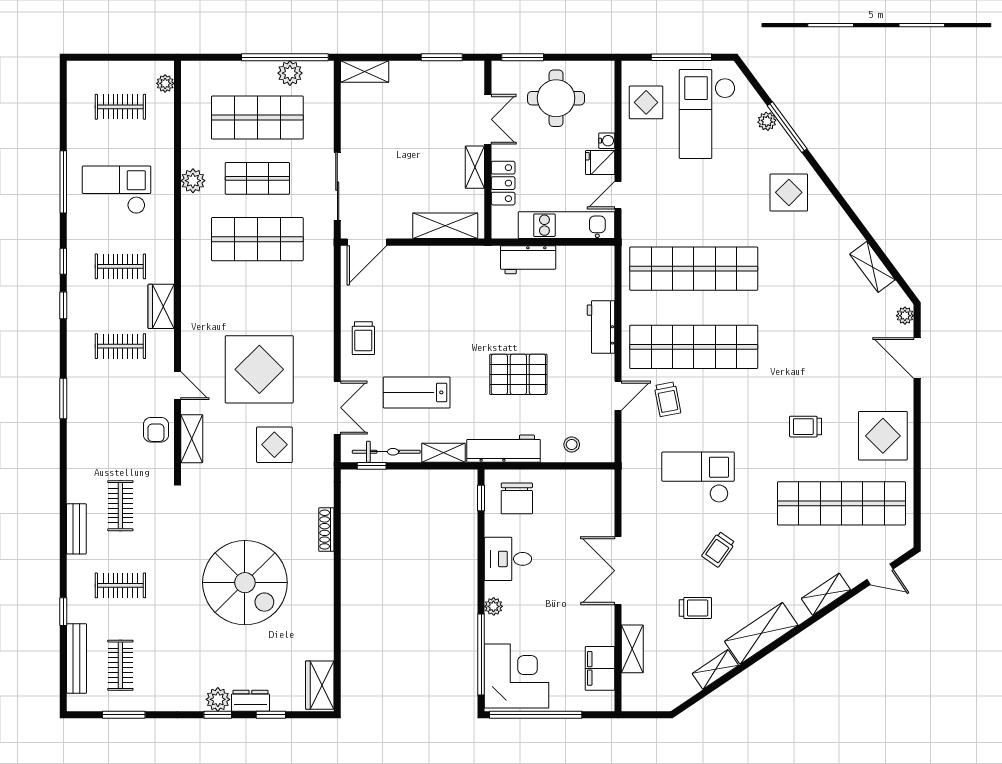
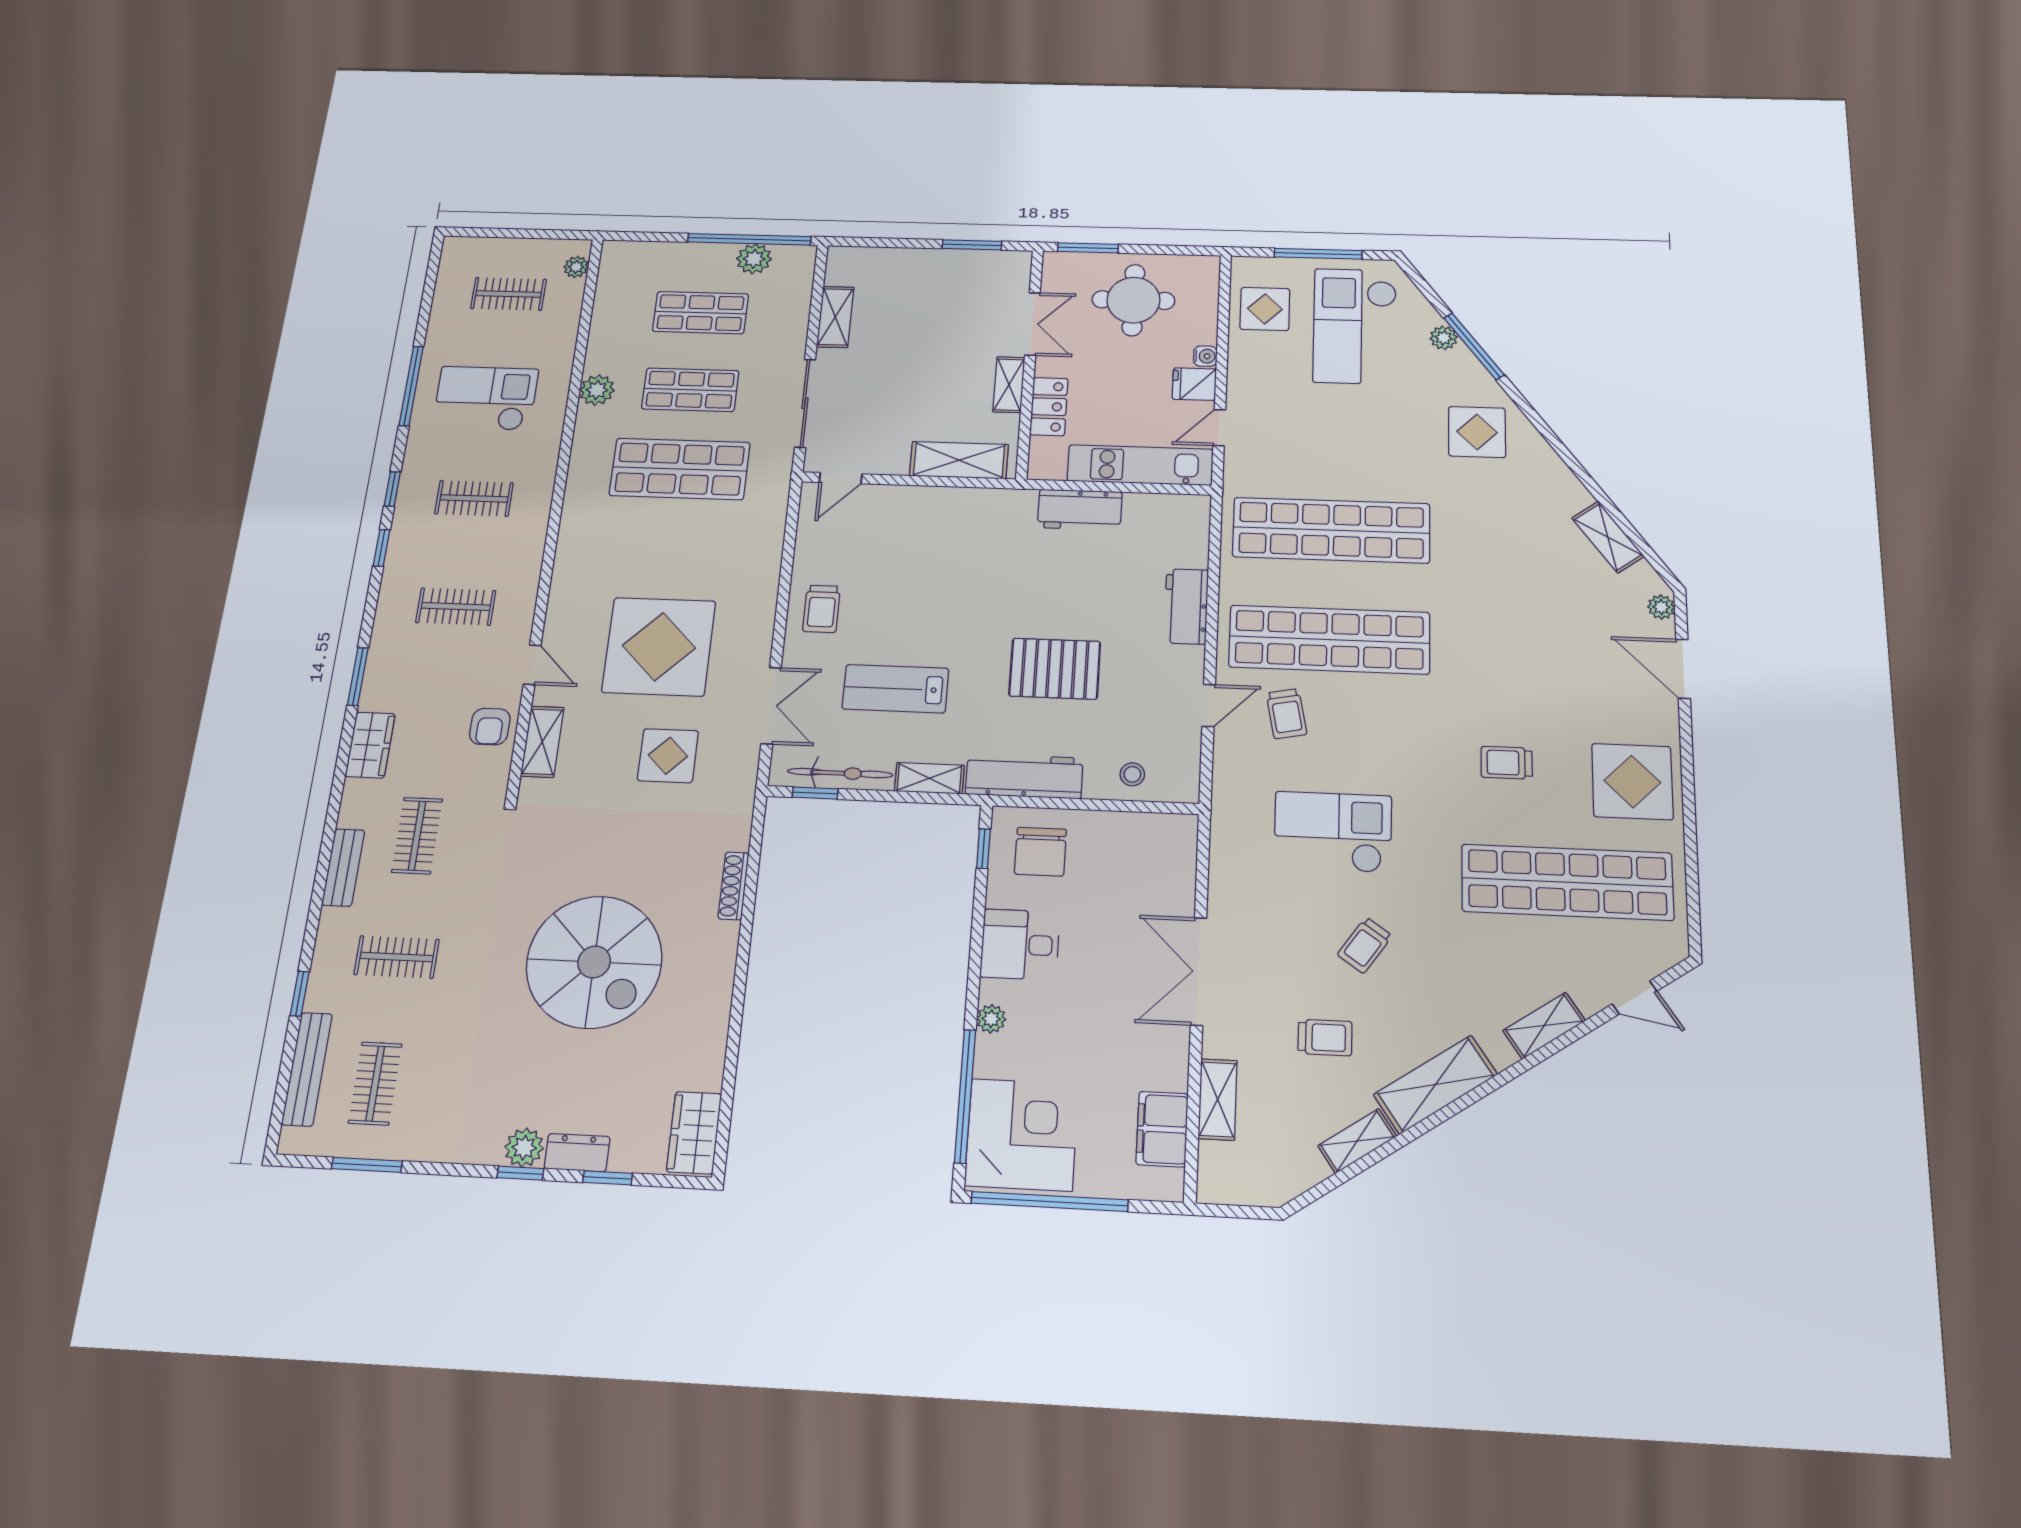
shelving: (365, 71) -> (835, 317), moved, turned 90
shop shelf: (257, 118) -> (701, 313), width x0.70, depth x0.74
door: (367, 242) -> (841, 478), width x0.73
wardrobe: (161, 306) -> (370, 745), moved, turned 180

